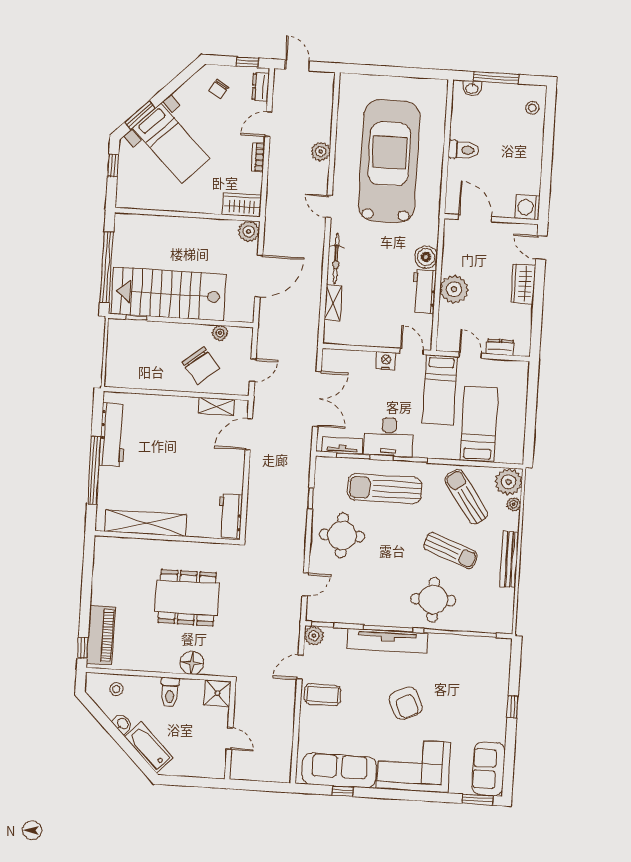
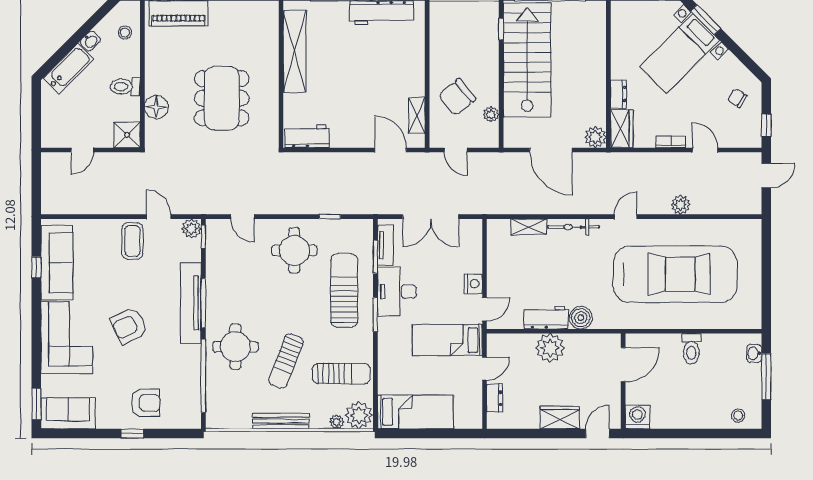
dresser: (261, 87) -> (619, 94), moved, turned 90
bed: (479, 424) -> (415, 412), moved
sun lounger: (466, 497) -> (341, 374), turned 35
armchair: (483, 692) -> (145, 403), added

